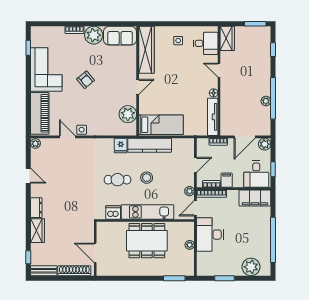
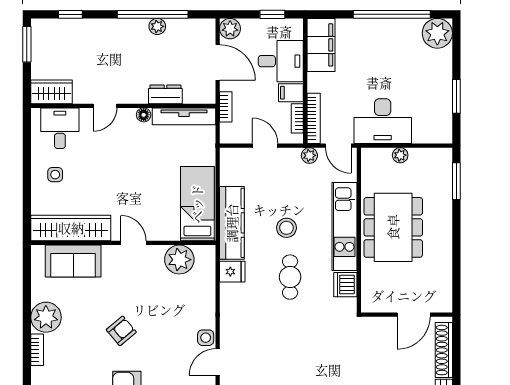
sofa: (120, 36) -> (73, 261), moved, turned 90
dresser: (226, 106) -> (165, 94), added
desk: (256, 174) -> (281, 61), moved
plant: (251, 267) -> (437, 33), moved

